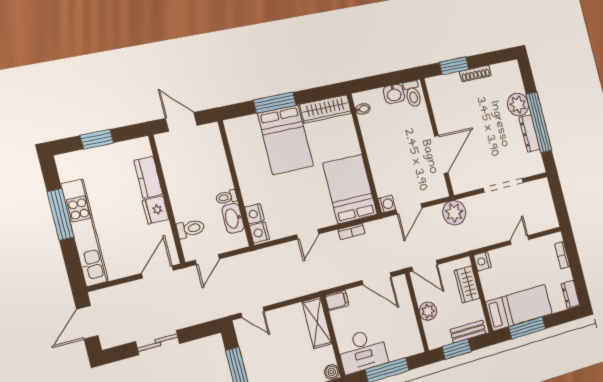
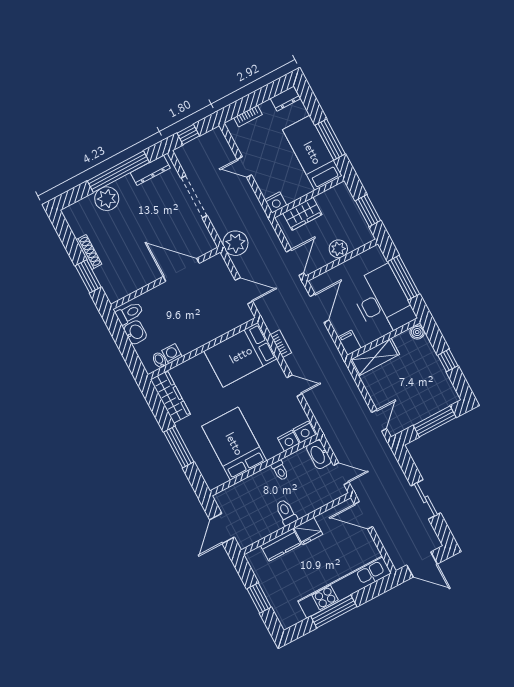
dresser: (529, 133) -> (150, 170), moved
bed: (286, 140) -> (234, 444), moved, turned -90
window: (558, 196) -> (188, 134), added
washing machine: (387, 204) -> (172, 354), moved
washbasin: (233, 218) -> (319, 454), moved, turned 90
toilet: (191, 229) -> (286, 512), moved
bench: (468, 331) -> (348, 202), removed
desk: (363, 351) -> (382, 301), width x1.36, depth x1.30

